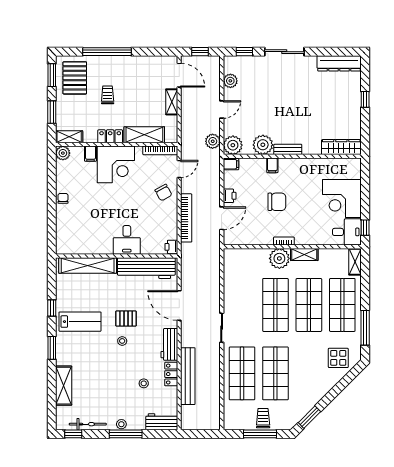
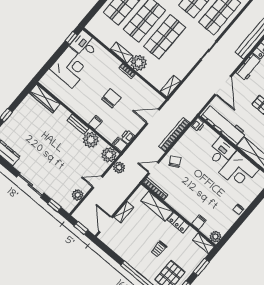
corner desk: (116, 164) -> (239, 171), moved, turned 180
printer: (230, 196) -> (128, 137), moved
chair: (277, 202) -> (111, 98), turned 90
shelving: (355, 262) -> (170, 86), moved

